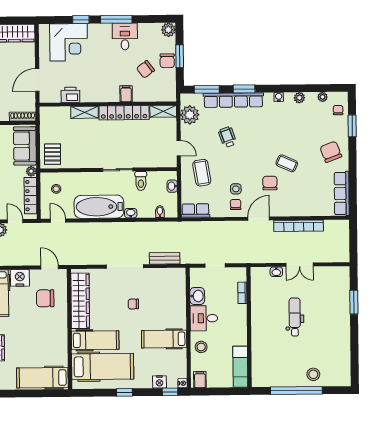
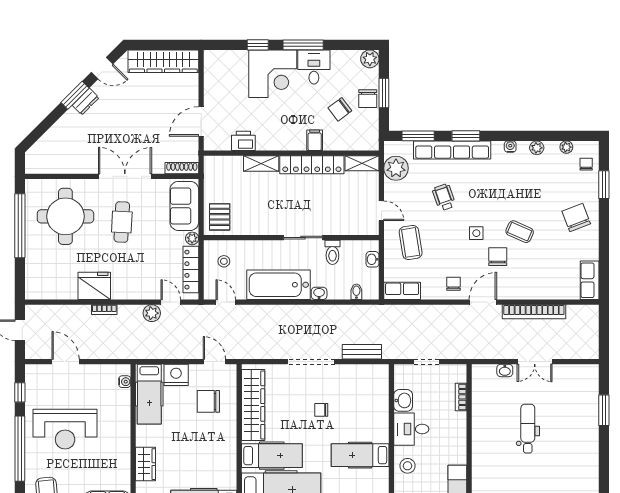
corner desk: (69, 42) -> (273, 74), moved
side table: (236, 189) -> (476, 233), moved
row of seats: (342, 193) -> (590, 280), width x0.68

